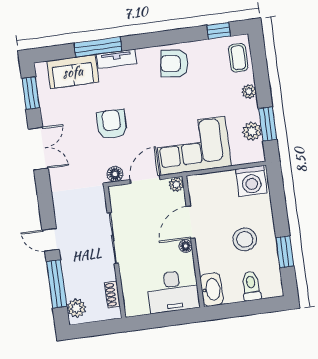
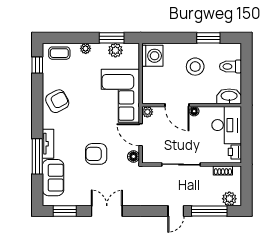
armchair: (174, 63) -> (57, 101), turned -125
printer: (139, 307) -> (235, 152), added

